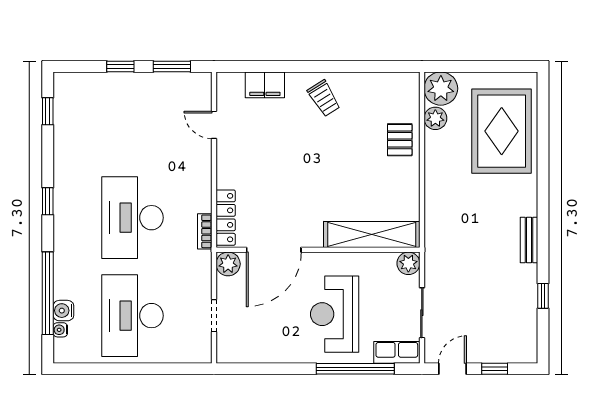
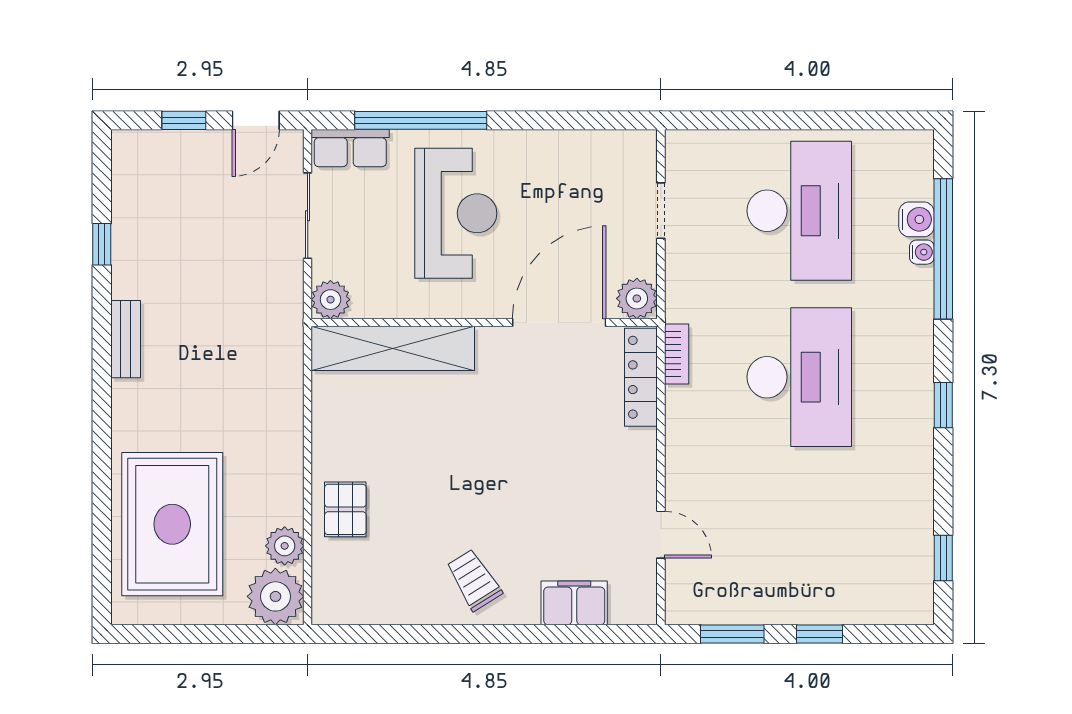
water cooler: (60, 330) -> (922, 252), moved

